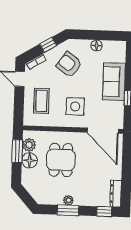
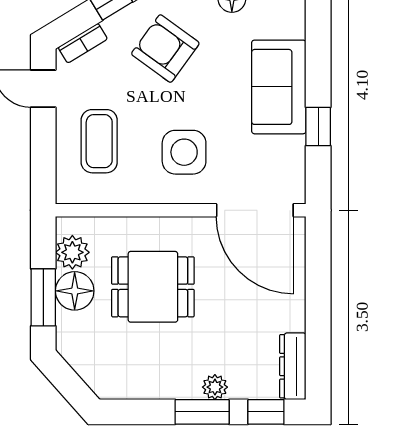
window: (17, 151) -> (43, 297), moved
dining table: (61, 160) -> (153, 287), turned 90
plant: (68, 200) -> (215, 387), moved
window: (68, 210) -> (202, 412), moved

